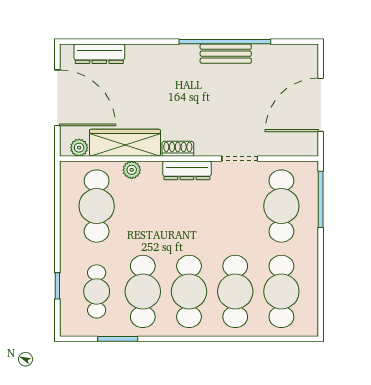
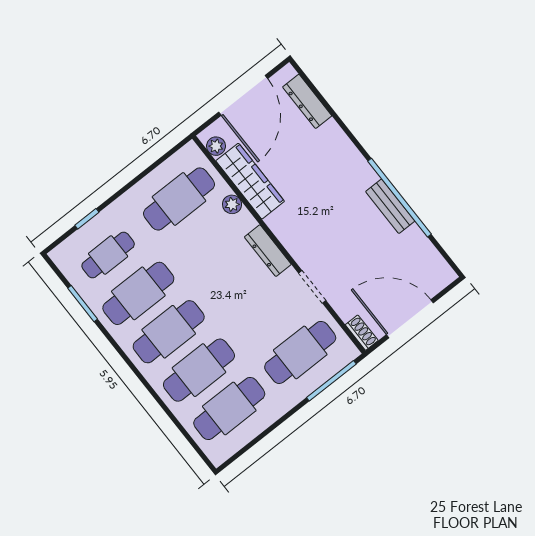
shoe rack: (178, 149) -> (362, 333), moved

